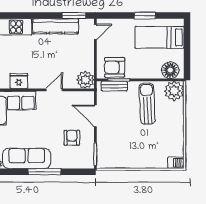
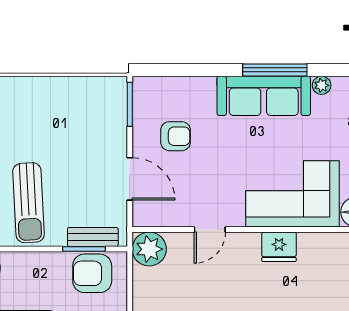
armchair: (115, 67) -> (92, 273), turned 180
armchair: (72, 138) -> (176, 136), turned -90
window: (45, 172) -> (275, 70), moved

